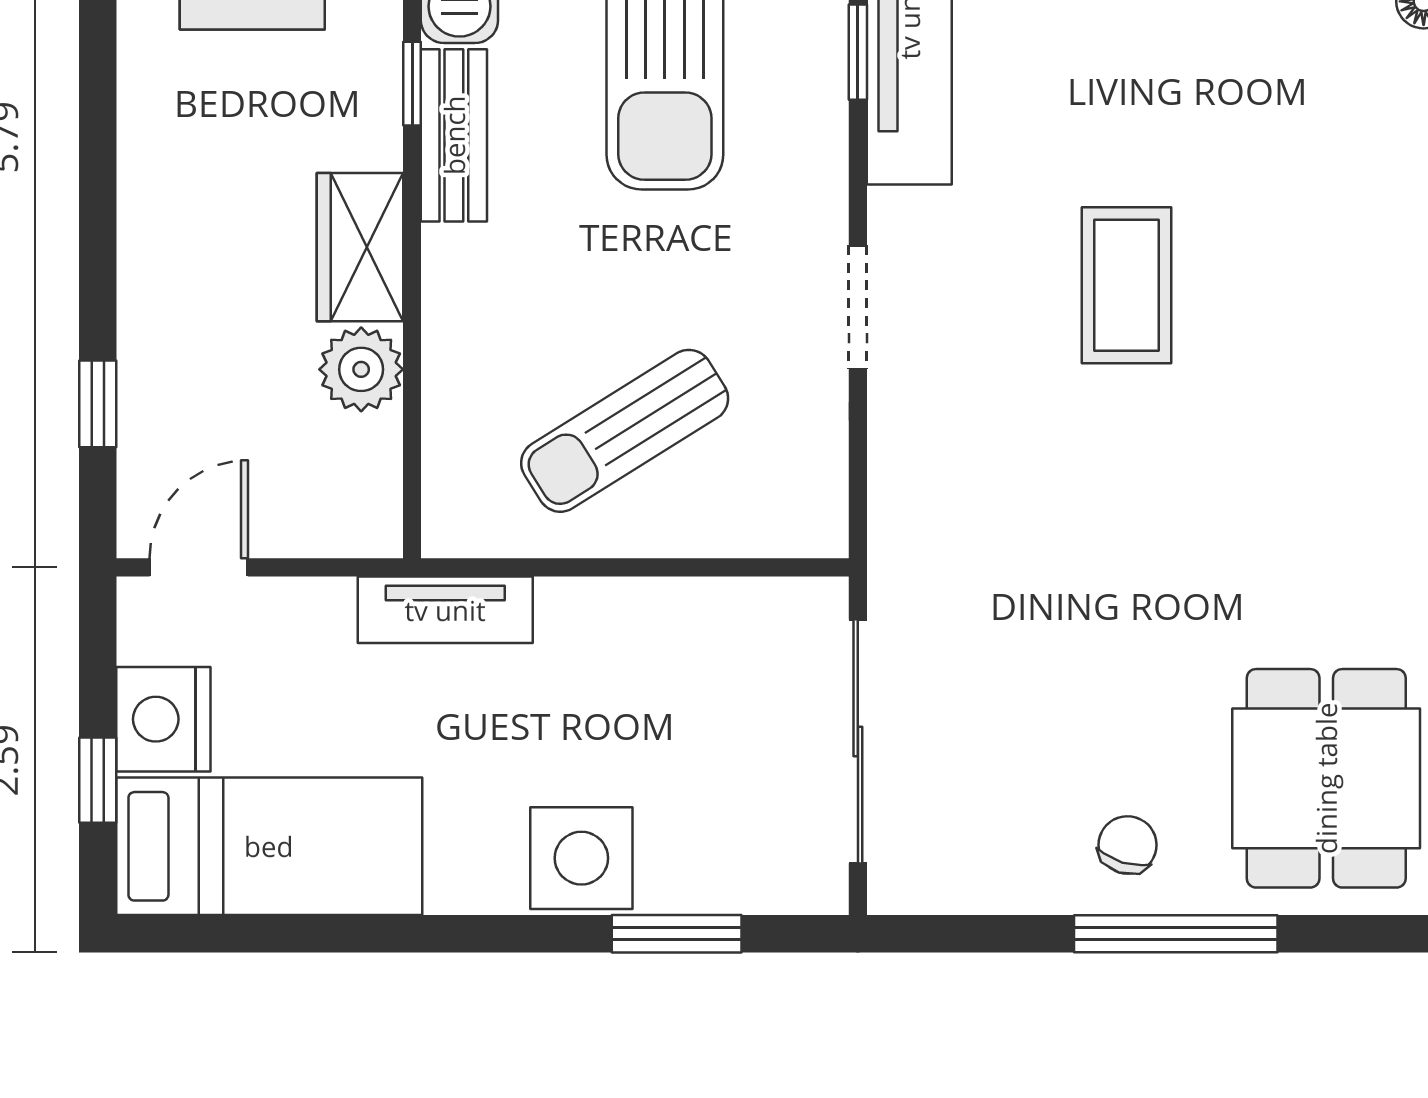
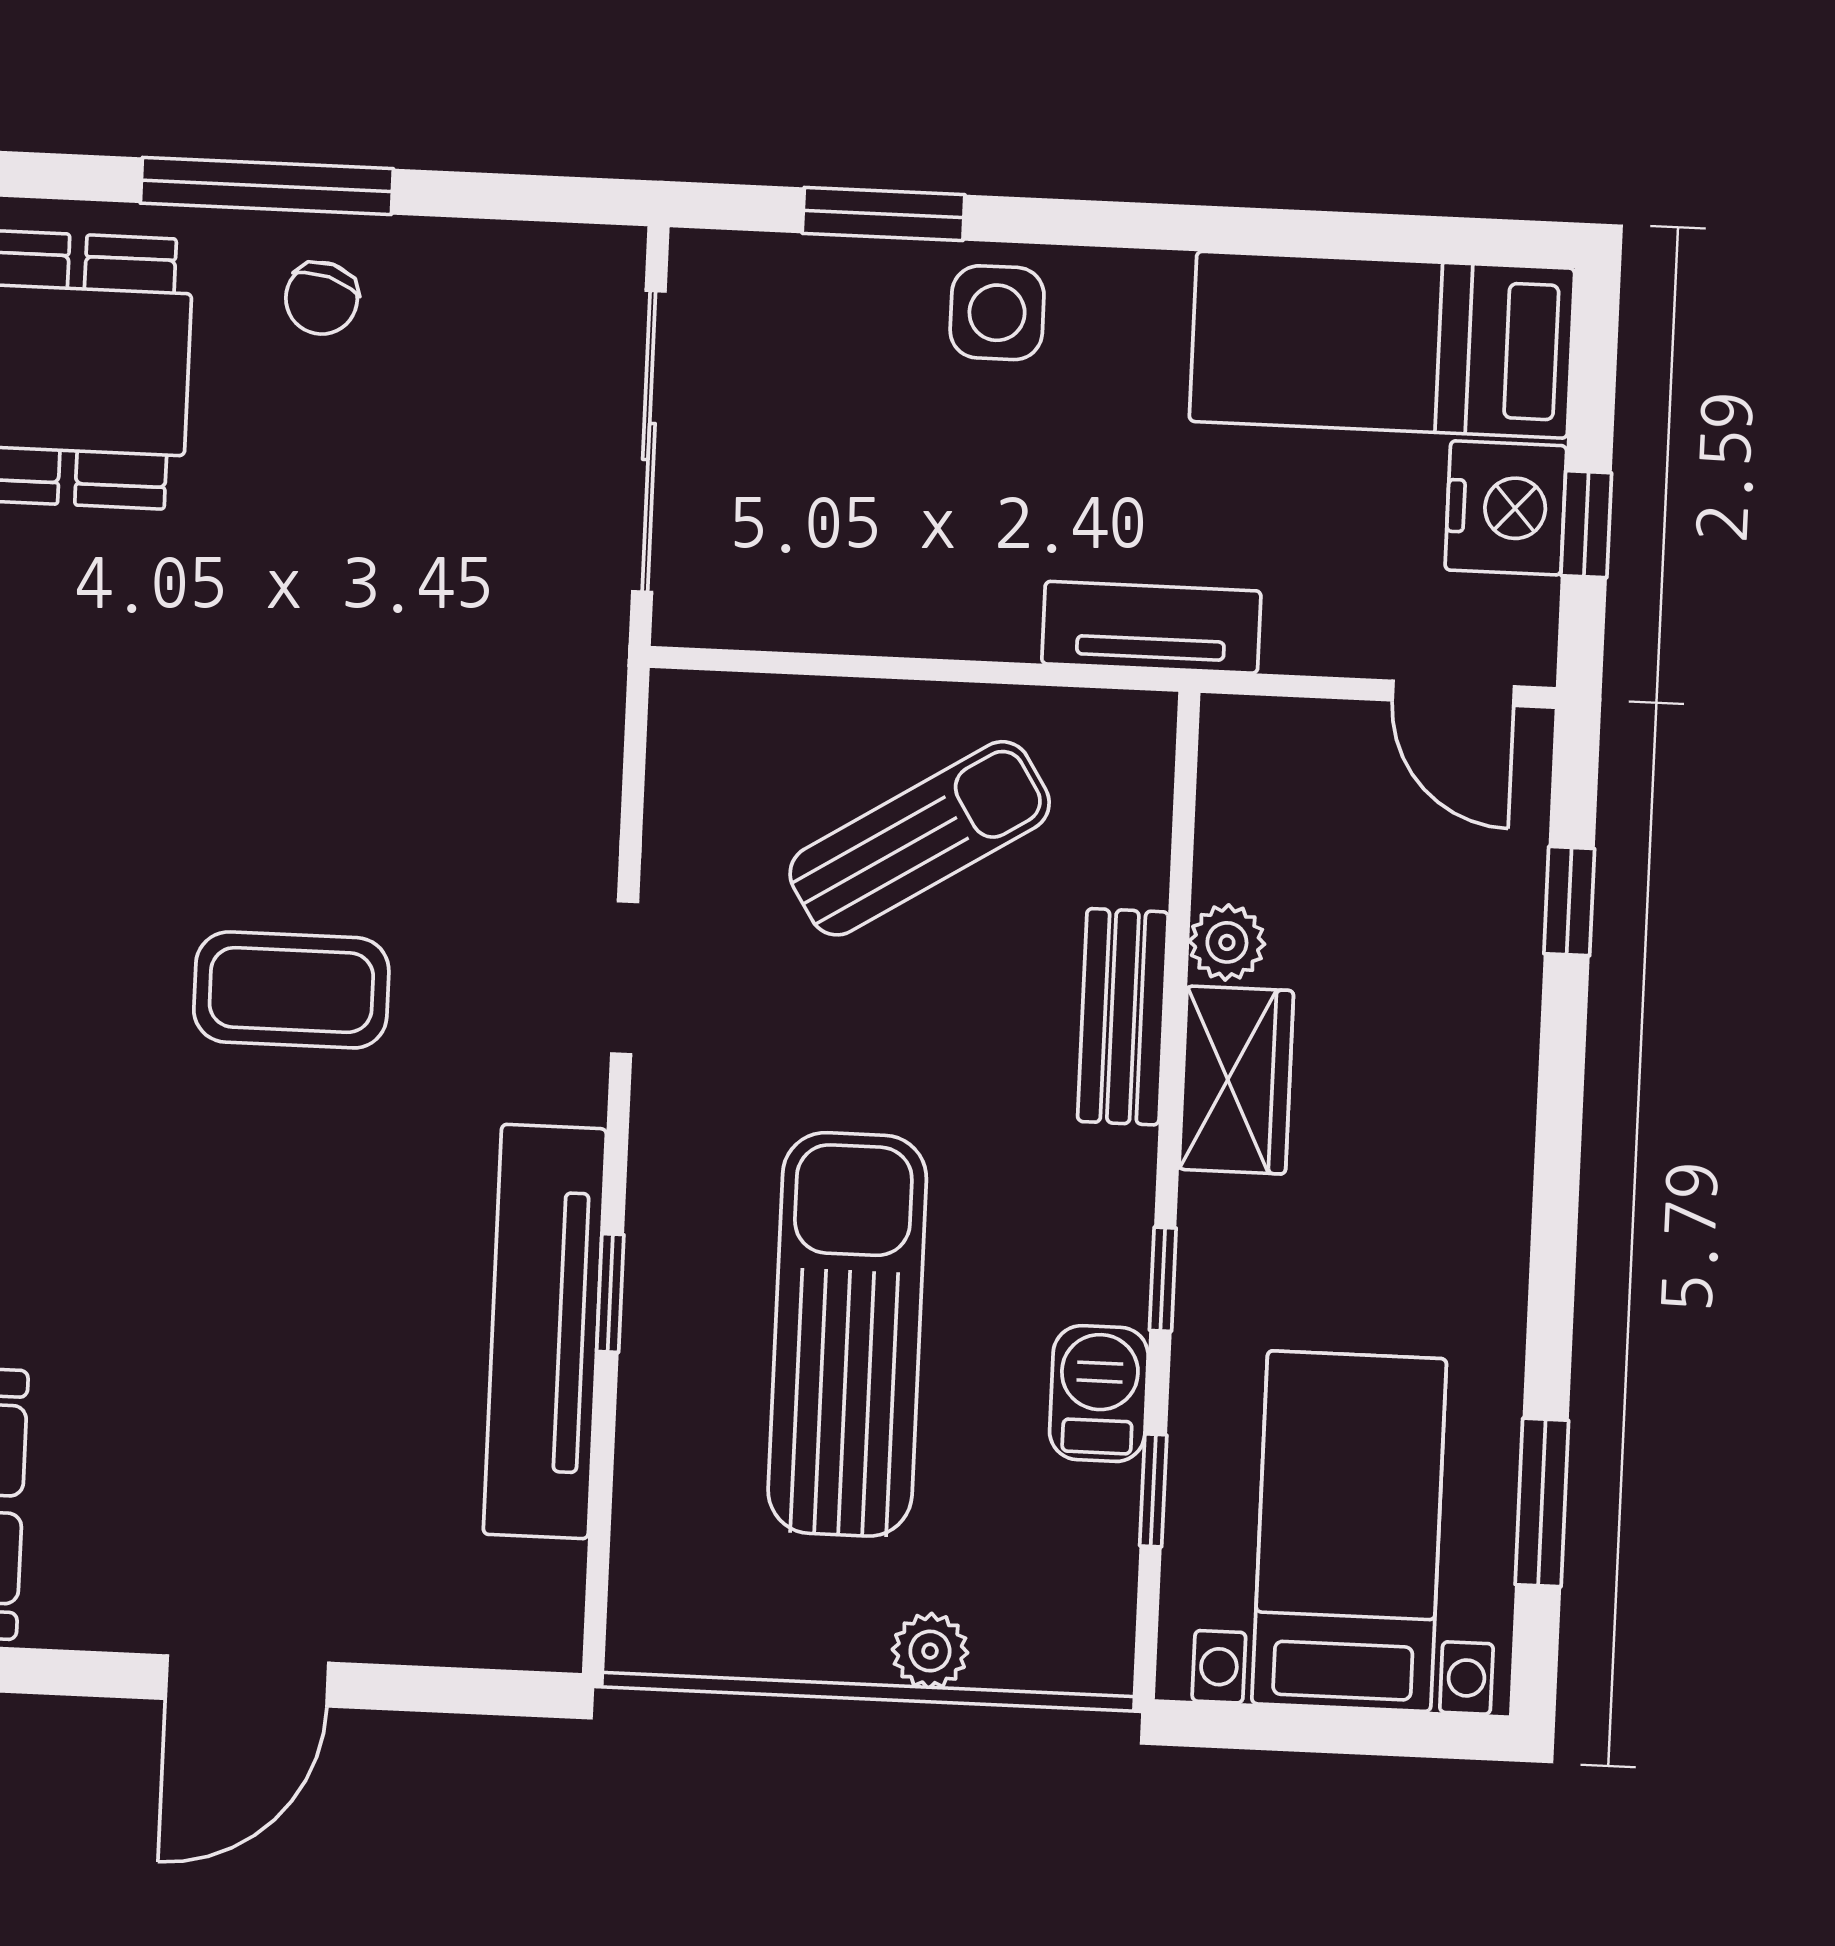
bench: (454, 135) -> (1123, 1017), moved
coffee table: (1127, 285) -> (291, 990), turned 90
plant: (361, 369) -> (1227, 942), width x0.73, depth x0.73
door: (199, 567) -> (1453, 693), hinge flipped
window: (98, 780) -> (1586, 524), moved
side table: (581, 858) -> (997, 313), width x0.73, depth x0.73

